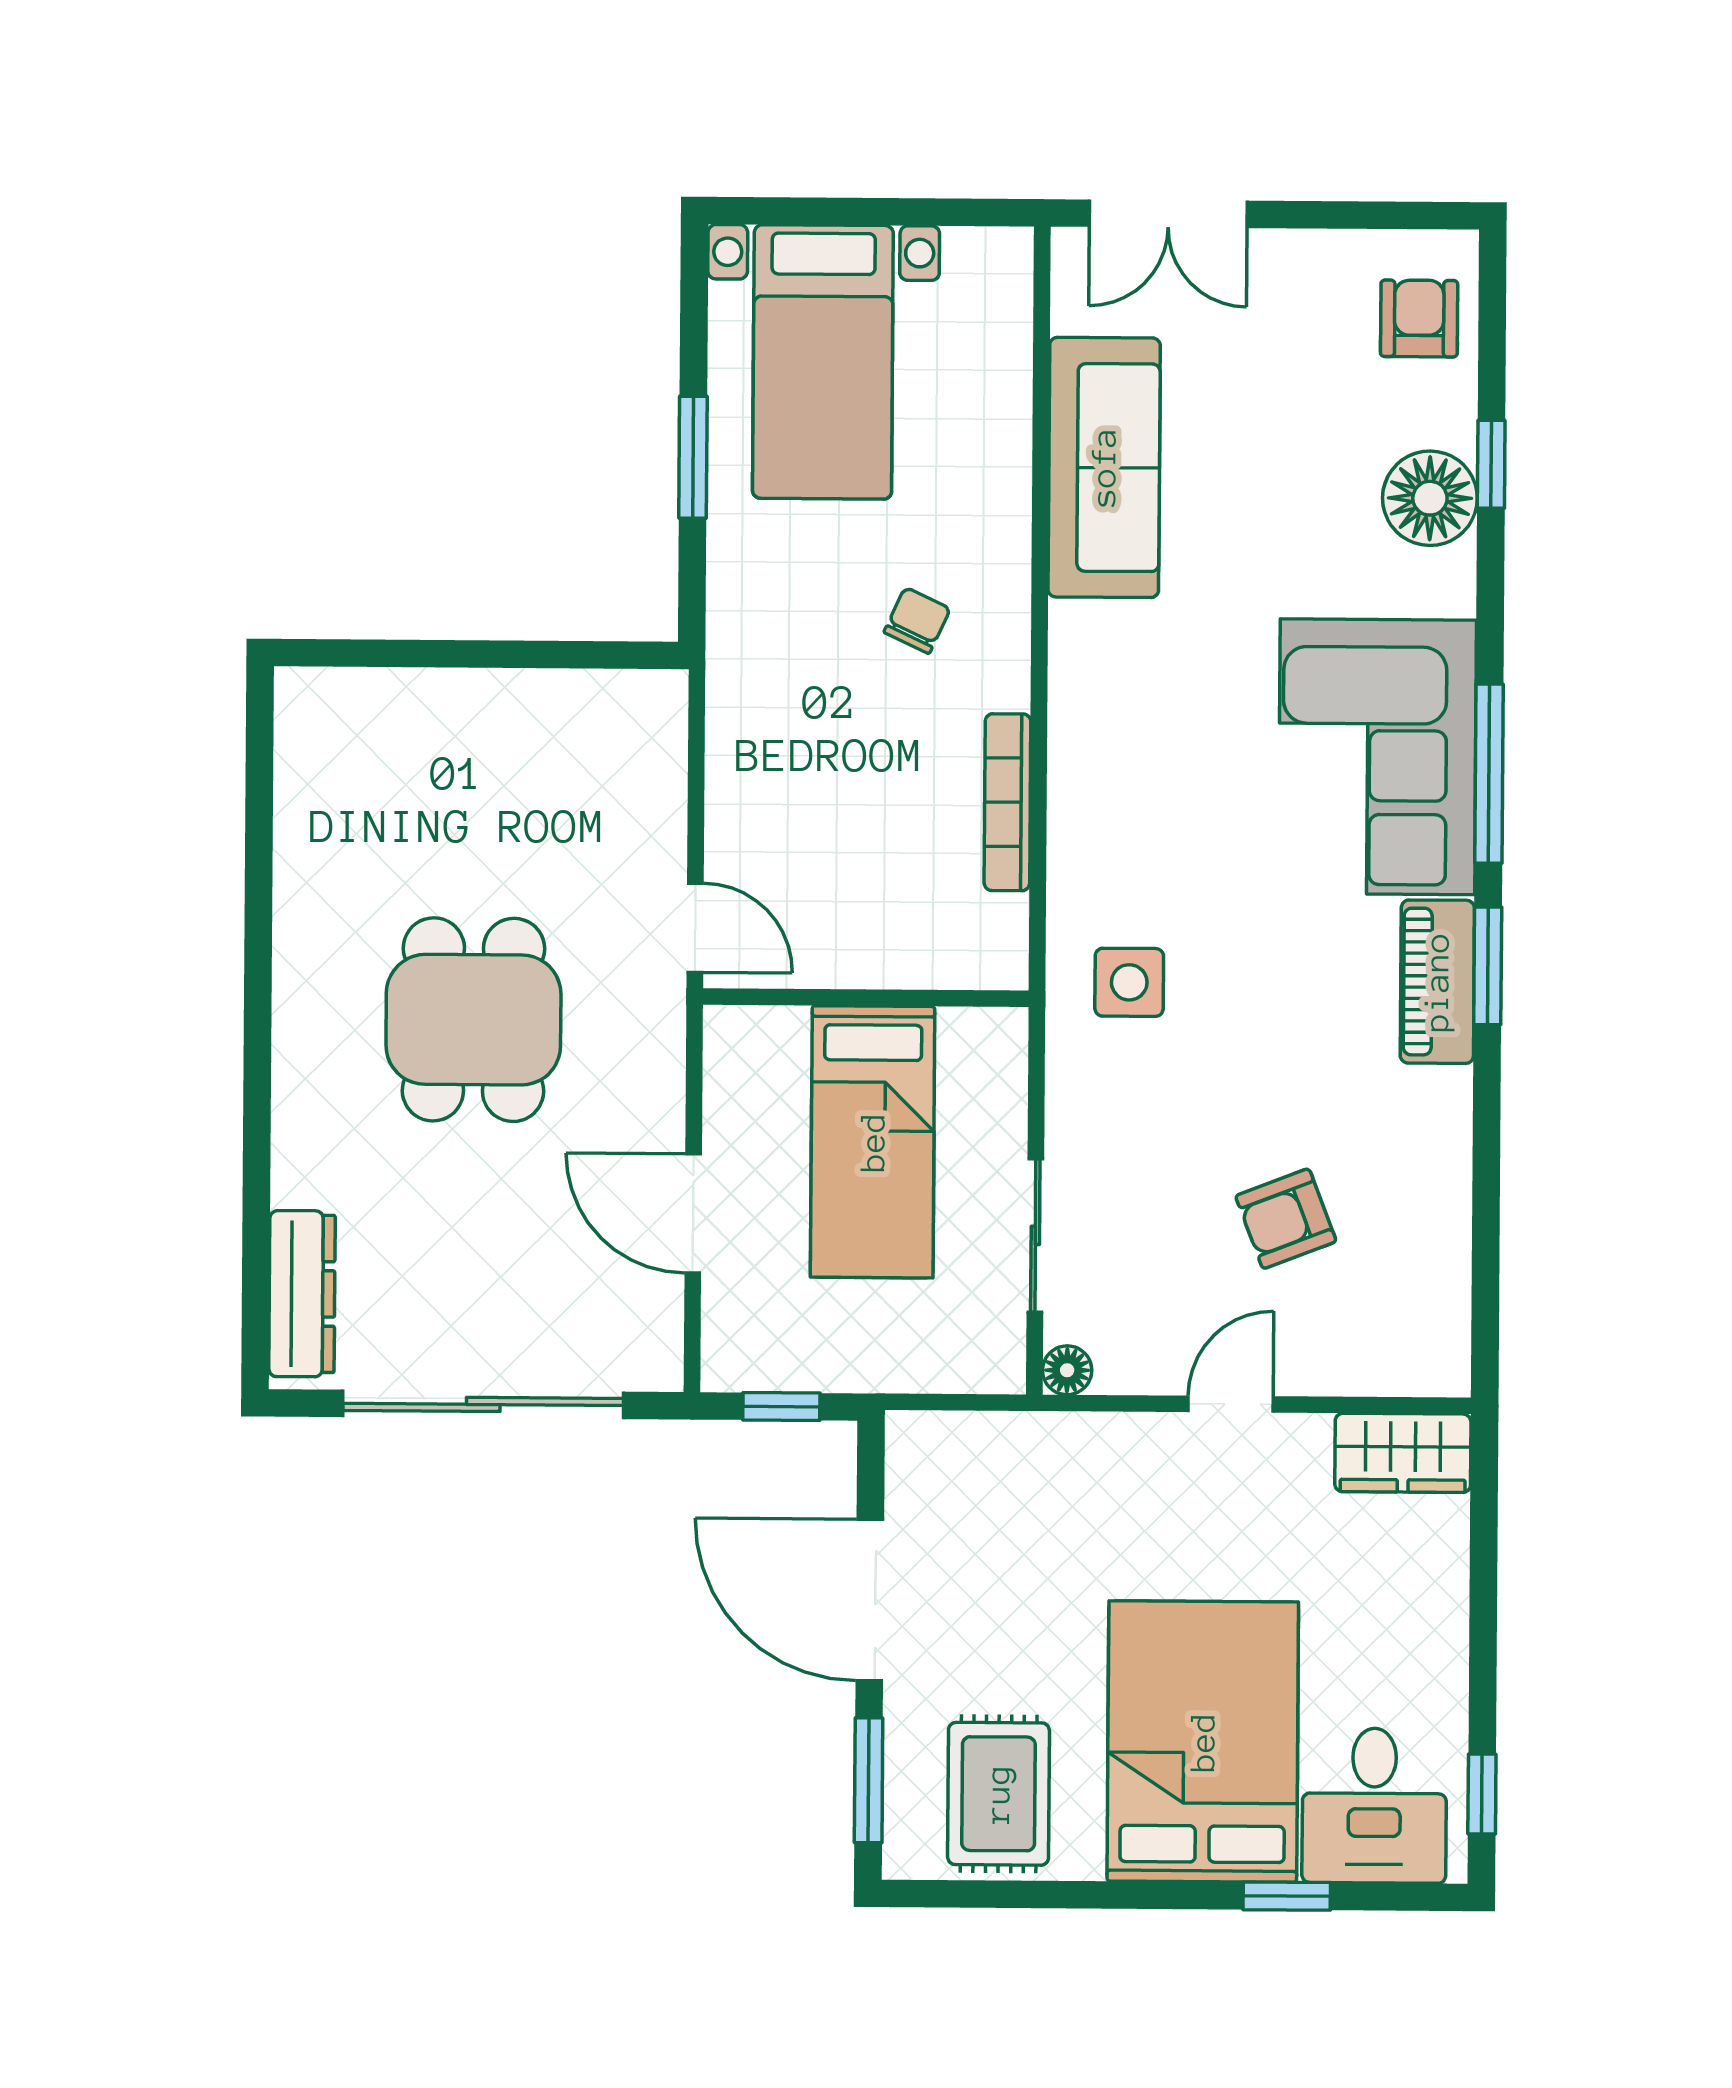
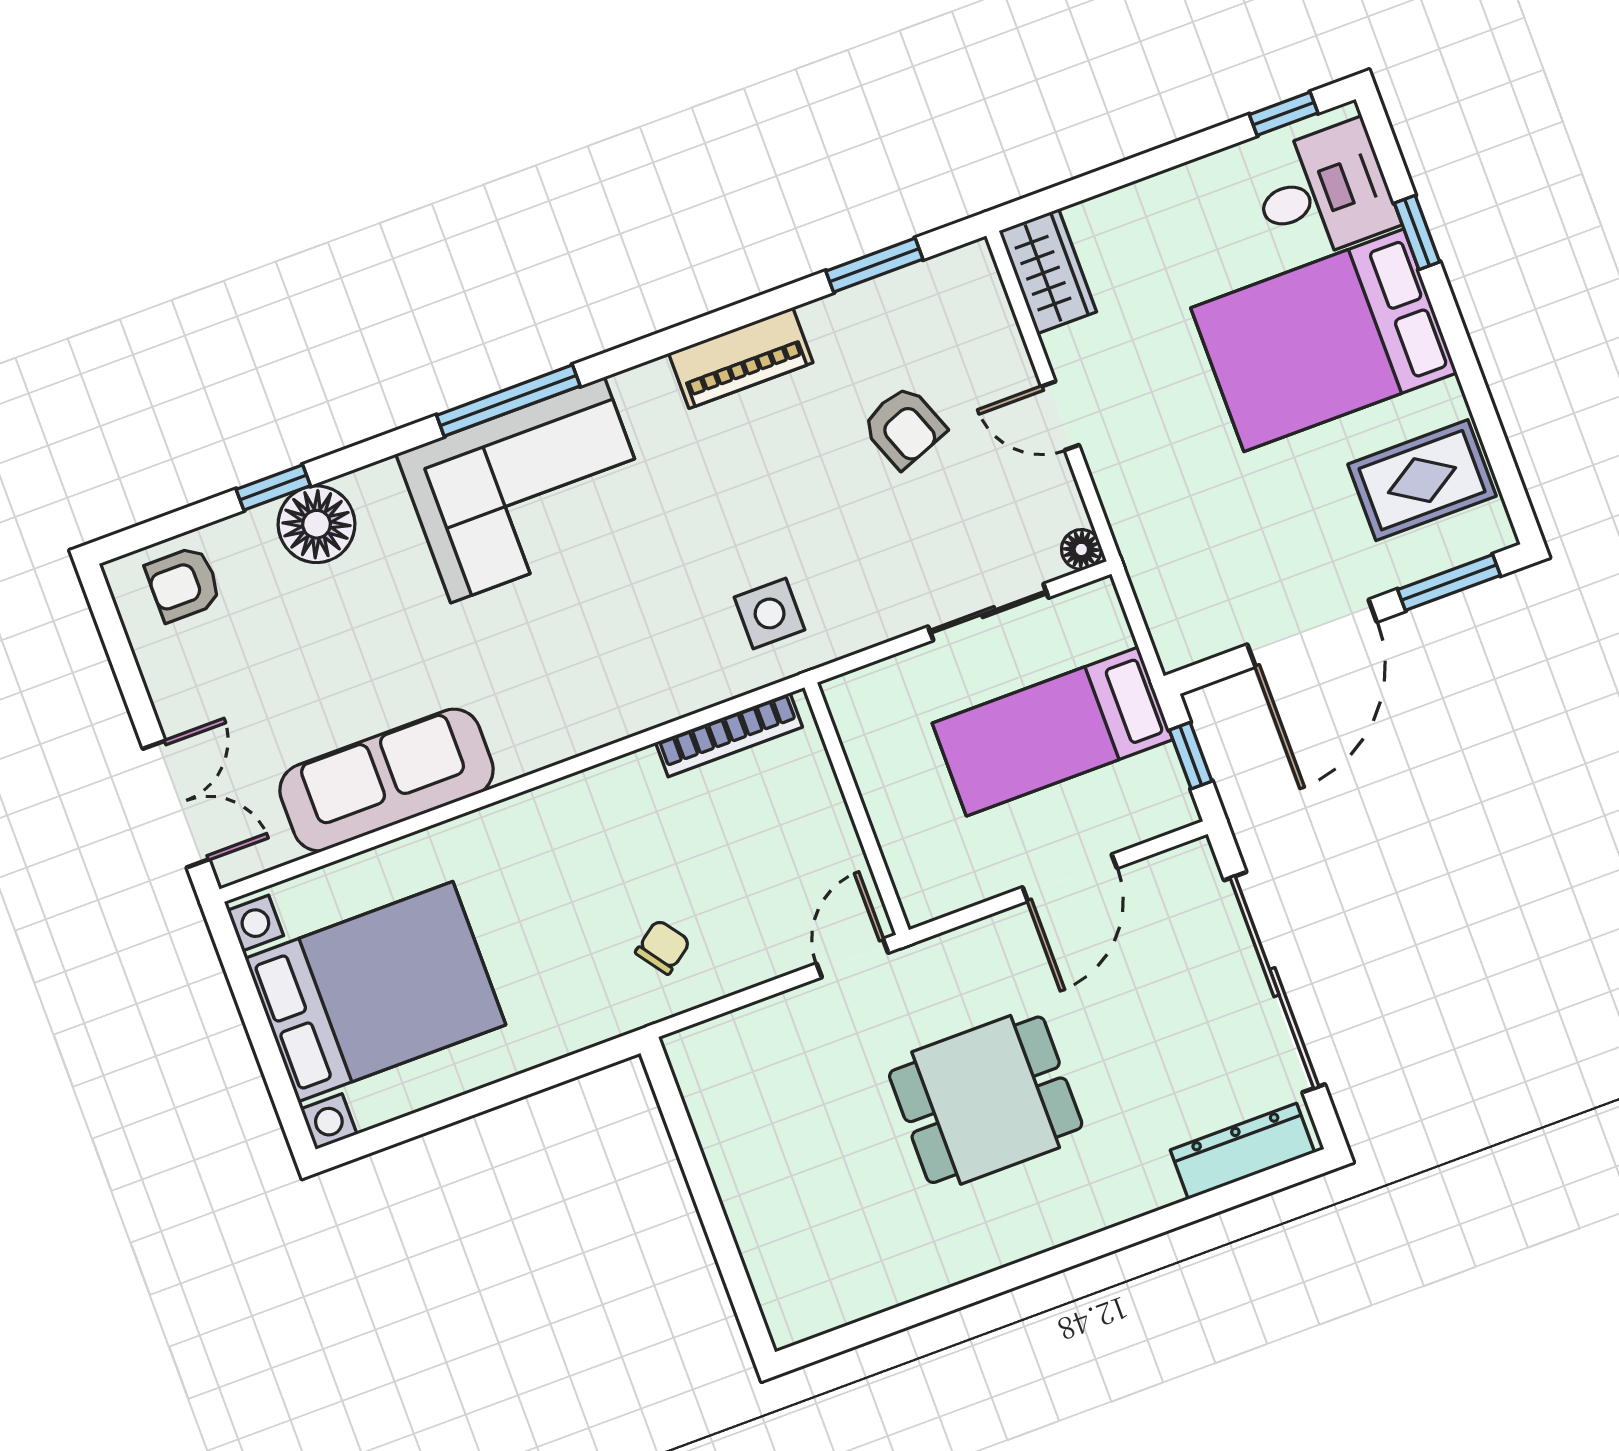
bed with nightstands: (823, 362) -> (375, 992), width x1.36
window: (693, 457) -> (497, 1094), removed
chair: (917, 620) -> (663, 947), moved, turned 119
bookcase: (1007, 802) -> (729, 735), moved
window: (1488, 966) -> (874, 265), moved
piano: (1437, 982) -> (741, 358), moved
bed: (873, 1142) -> (1052, 731), moved, turned 180

